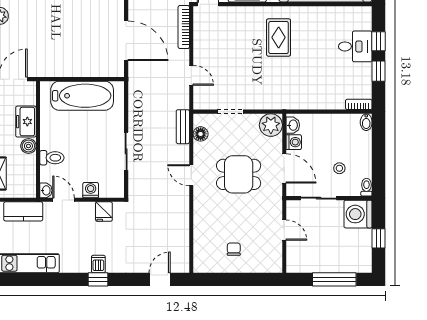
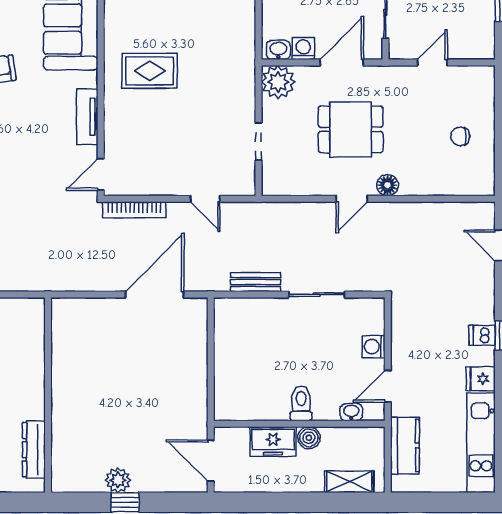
door: (191, 75) -> (205, 199), swing flipped
bathtub: (82, 96) -> (235, 359), removed
bench: (183, 127) -> (256, 282), moved
floor lamp: (201, 134) -> (387, 185), moved
toilet: (52, 158) -> (301, 403), moved
dining table: (239, 174) -> (351, 129), turned 90
washbasin: (46, 190) -> (351, 412), moved
fridge: (104, 212) -> (481, 379), moved, turned 180

